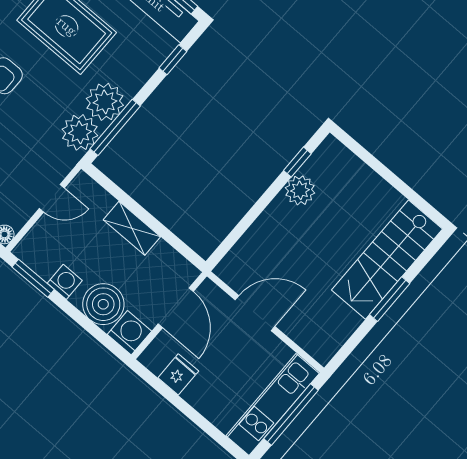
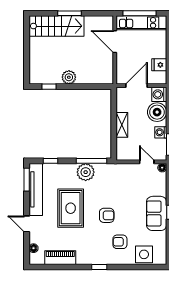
plant: (80, 132) -> (104, 172), removed
plant: (300, 190) -> (69, 77), moved
door: (52, 198) -> (147, 162), moved
door: (255, 313) -> (115, 42), moved

